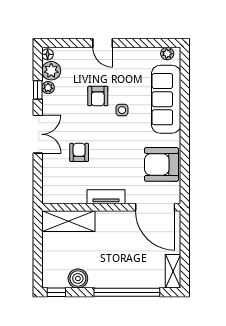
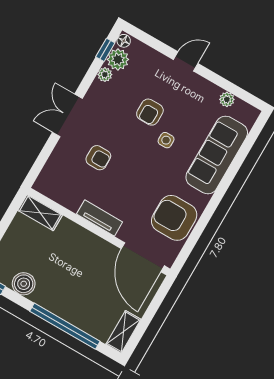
door: (103, 43) -> (186, 61), swing flipped
plant: (167, 54) -> (227, 99), moved
window: (38, 90) -> (105, 50), moved
double door: (38, 134) -> (67, 115), swing flipped
armchair: (79, 152) -> (98, 158), turned 90
shelving: (68, 221) -> (40, 213), width x0.67, depth x0.75

